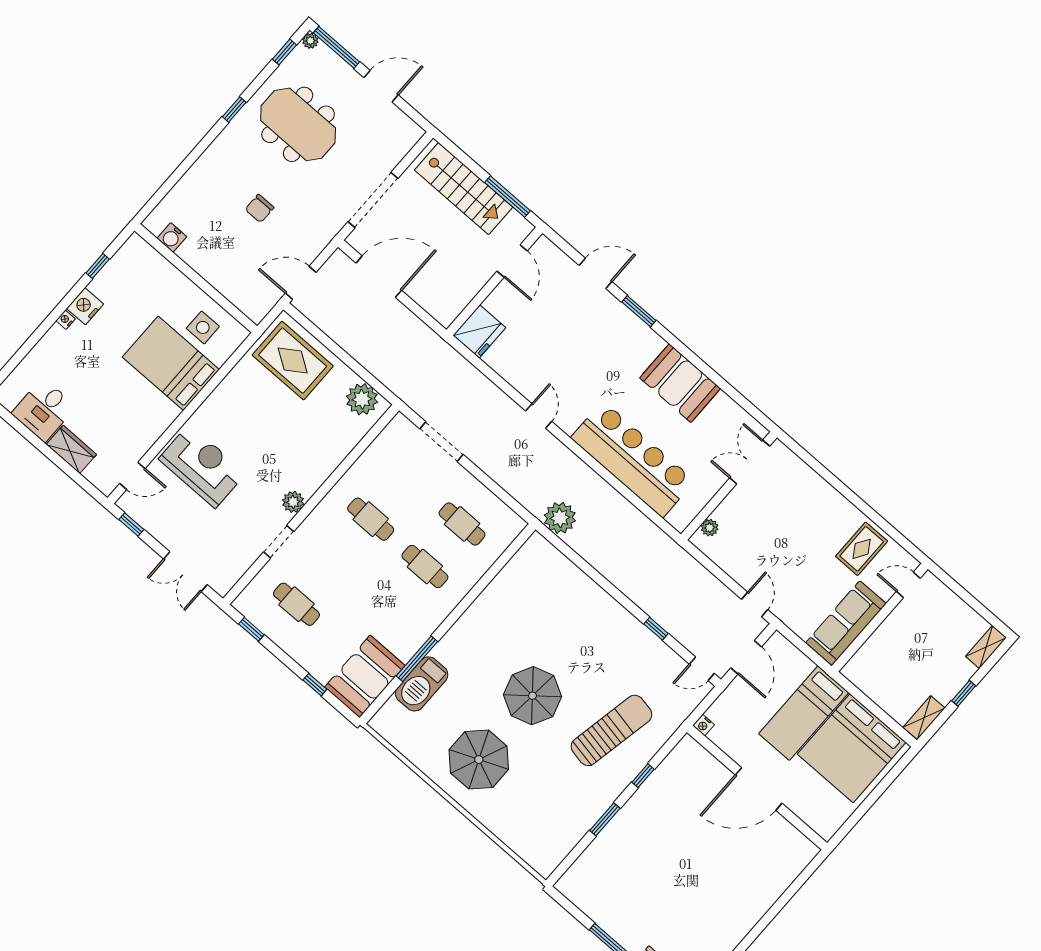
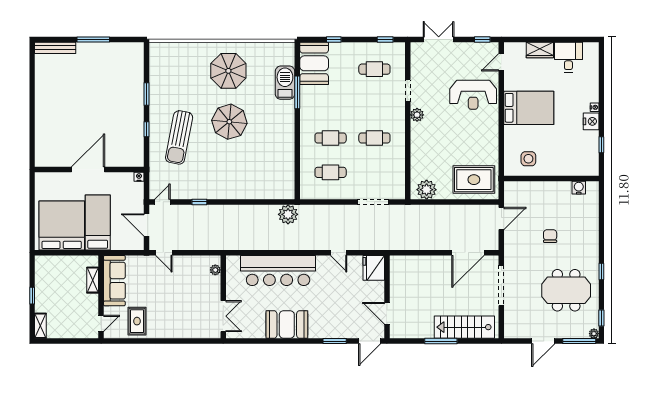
door: (512, 261) -> (387, 313), moved
wall: (494, 281) -> (387, 297), moved
fridge: (479, 331) -> (374, 268), moved
bed: (171, 363) -> (529, 108), moved
shelving: (924, 718) -> (93, 280), moved

